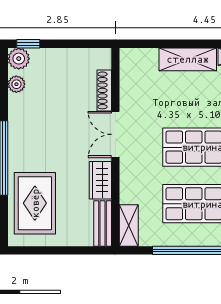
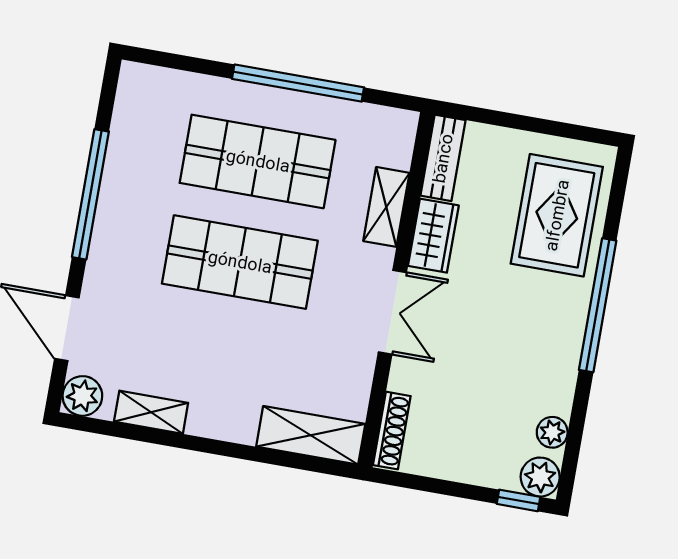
shelving: (188, 59) -> (311, 435), moved
shoe rack: (104, 90) -> (392, 431), moved
shelving: (129, 226) -> (386, 207), moved

